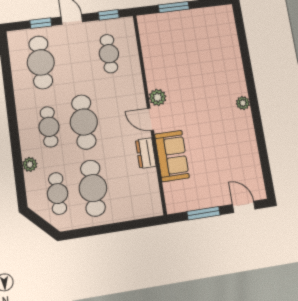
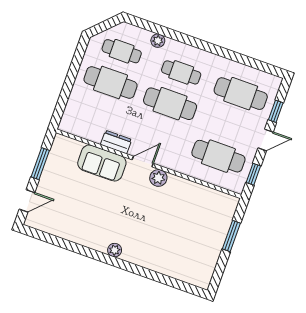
cafe table: (109, 54) -> (218, 156), width x1.37, depth x1.35

